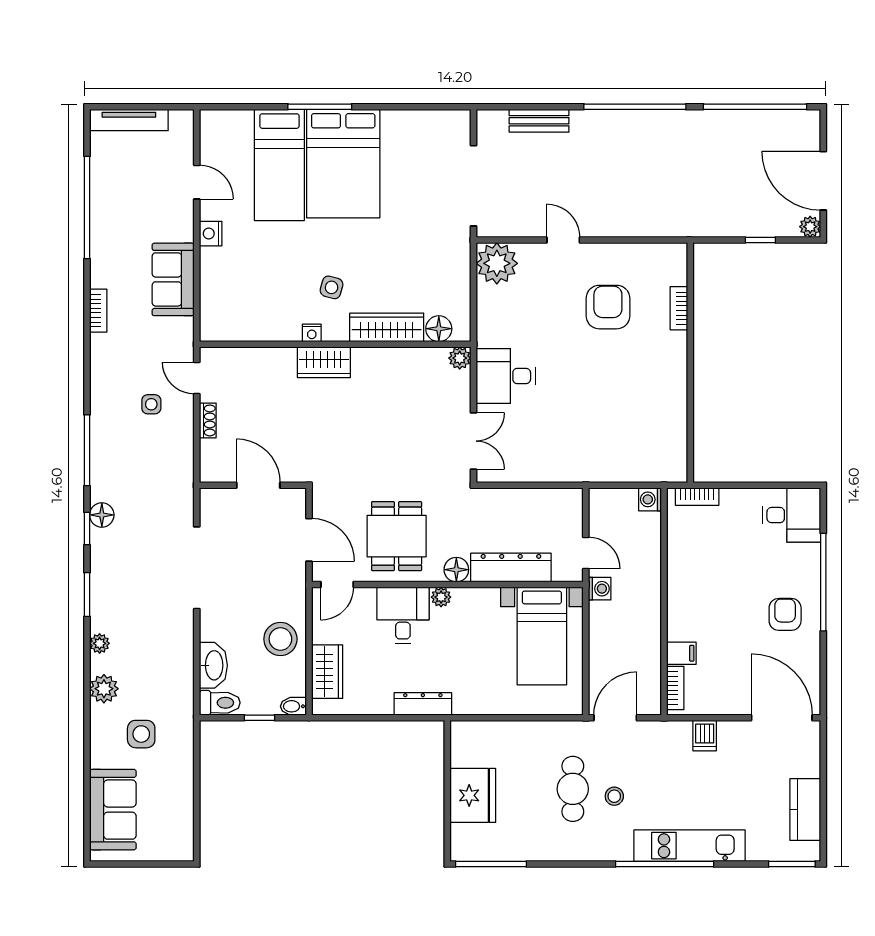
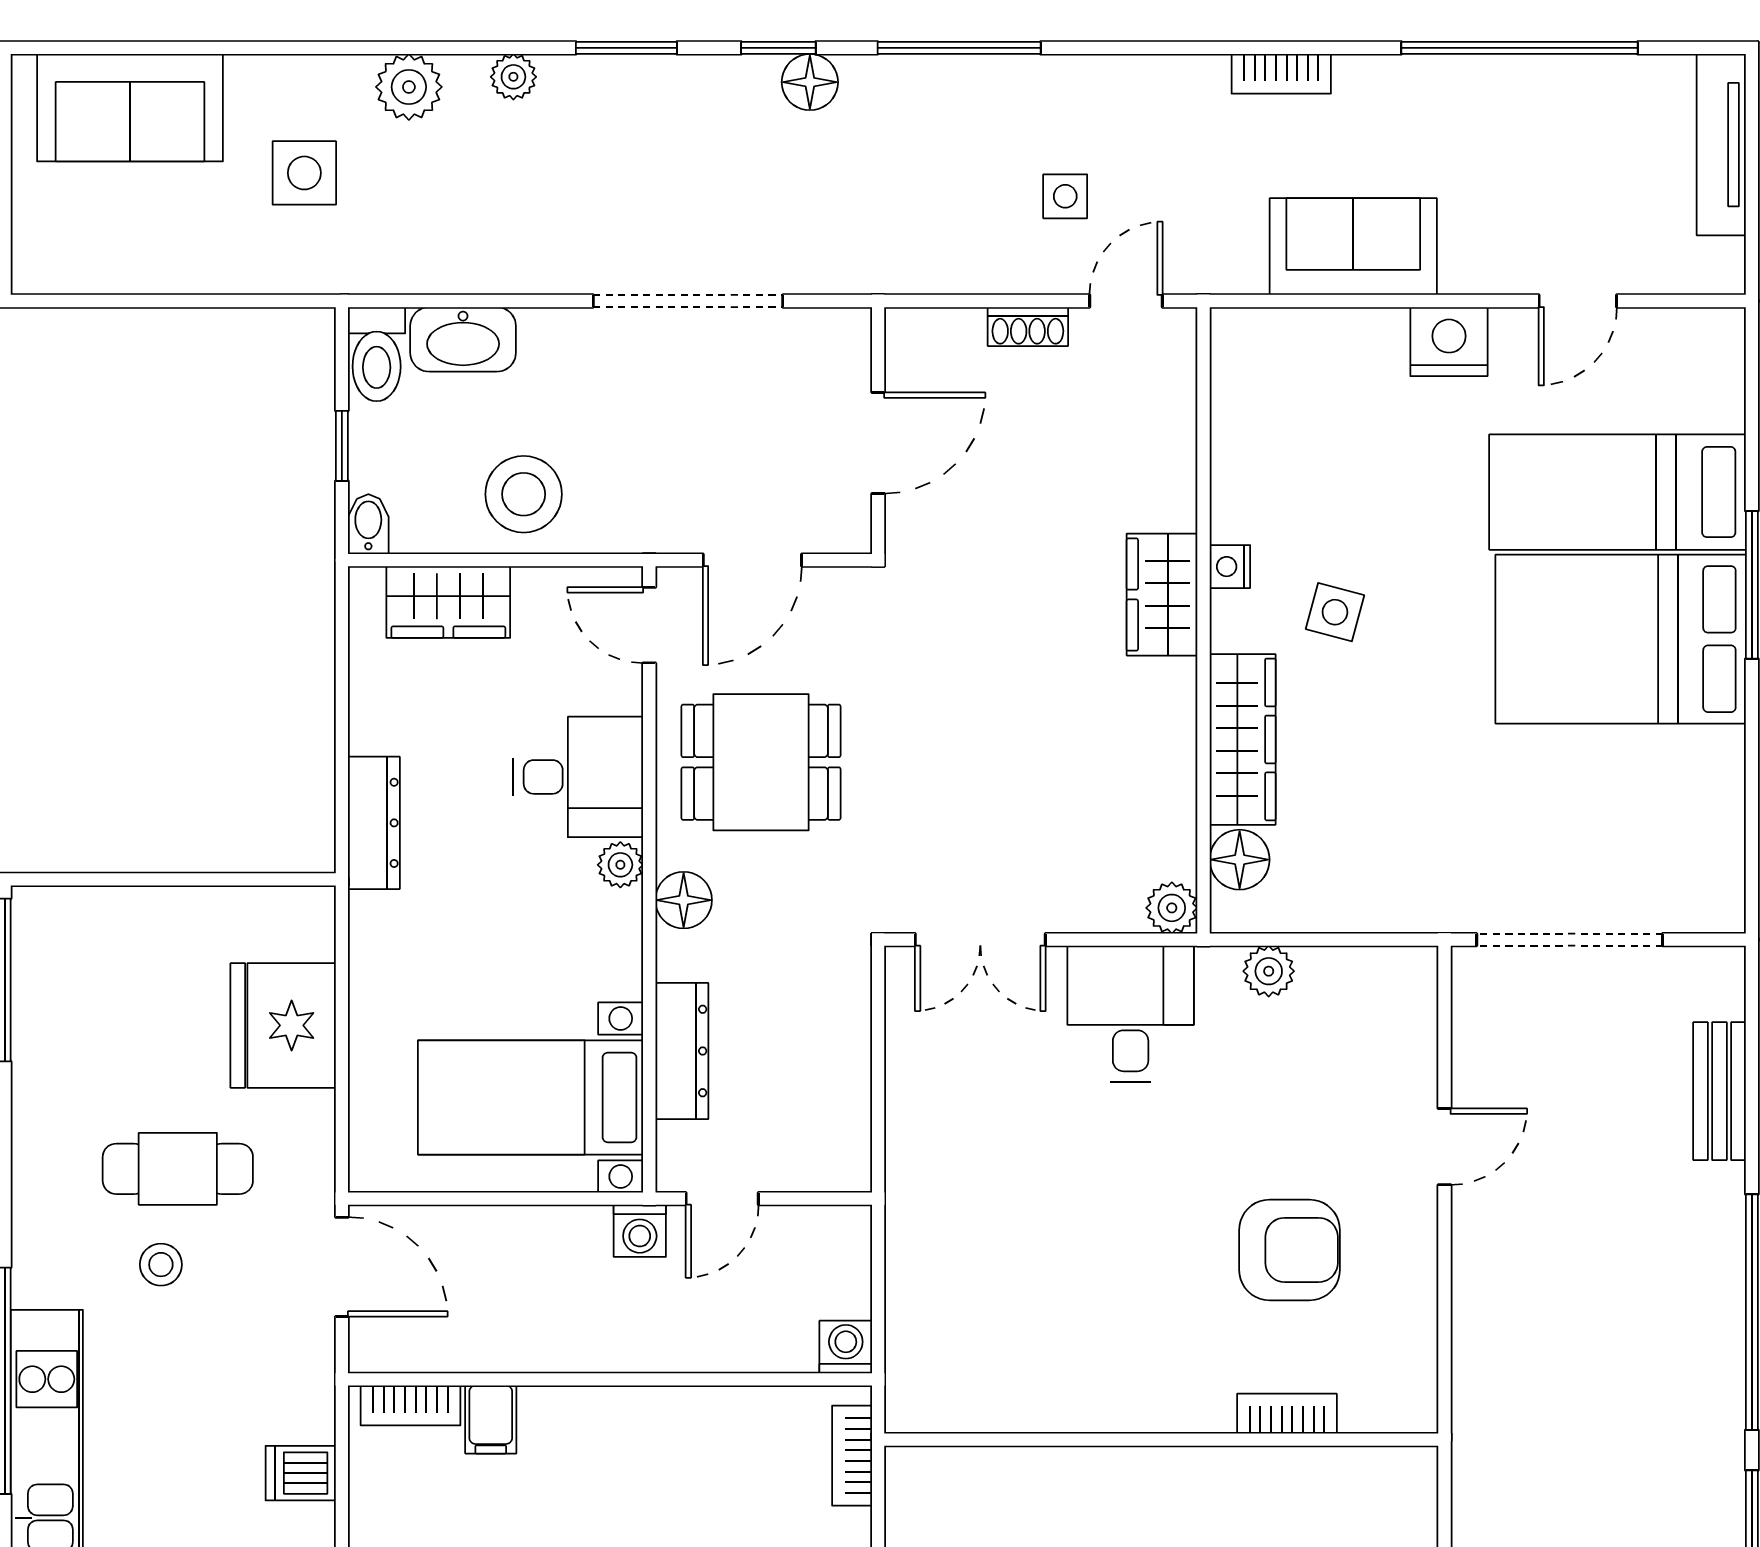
nightstand: (211, 234) -> (1449, 342), width x1.36, depth x1.33
plant: (497, 263) -> (1269, 971), moved, width x0.53, depth x0.53
dresser: (511, 568) -> (682, 1051), width x0.73, depth x0.80
fridge: (473, 795) -> (283, 1025), moved, turned 90

